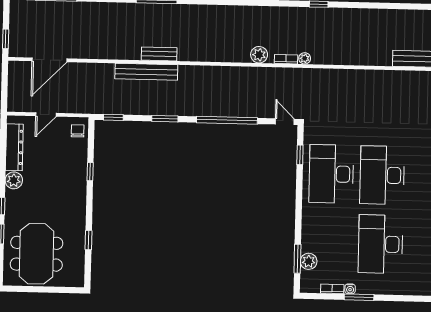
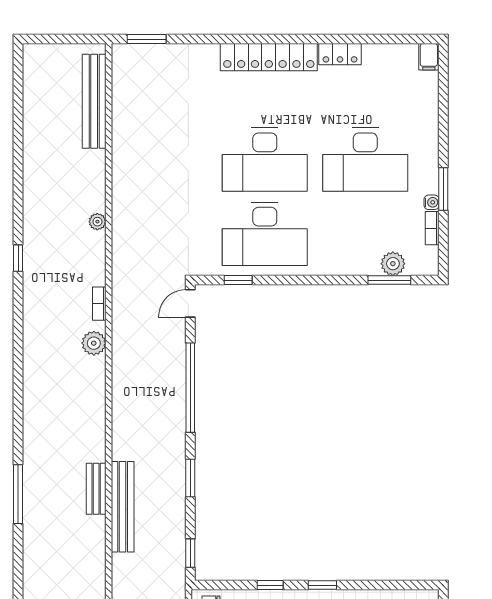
plant: (305, 58) -> (97, 222), moved
window: (88, 240) -> (322, 585), moved

